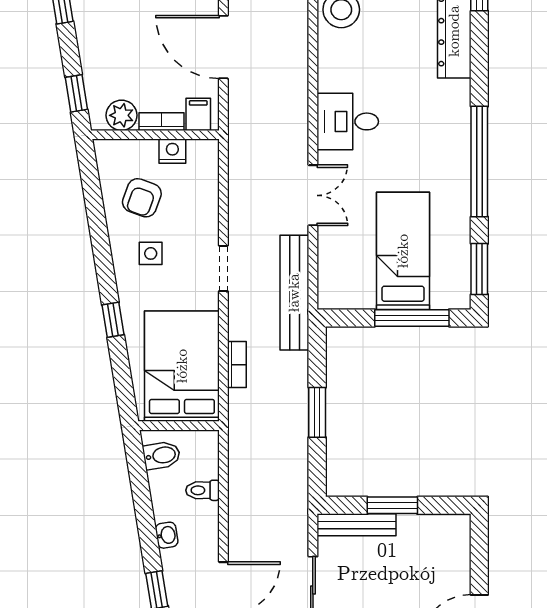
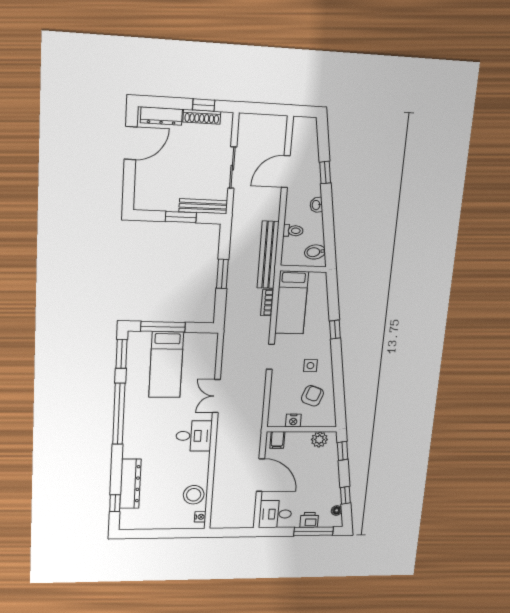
bookcase: (161, 122) -> (298, 436), removed
bench: (294, 293) -> (268, 255), moved
bed: (182, 366) -> (292, 302), width x0.67

